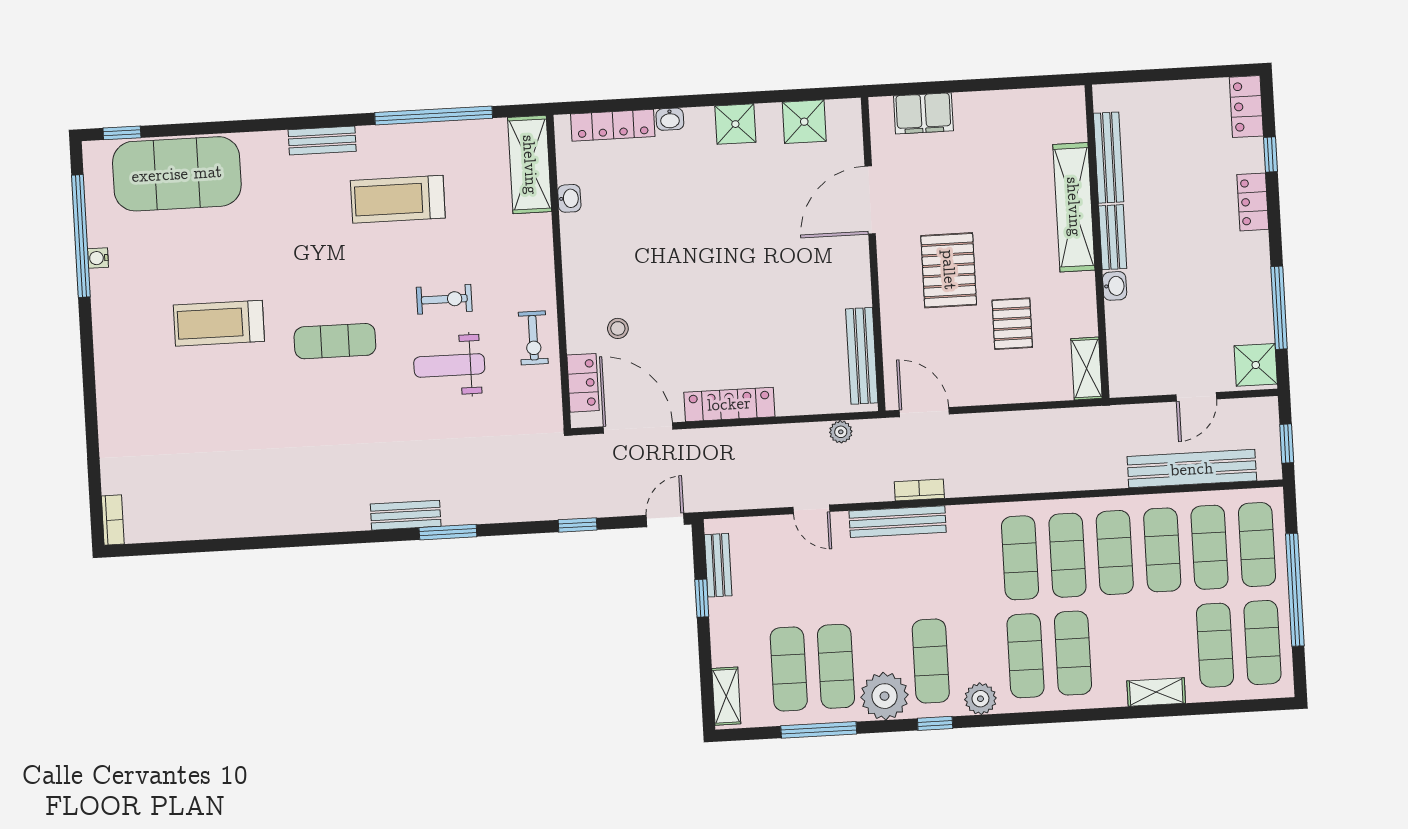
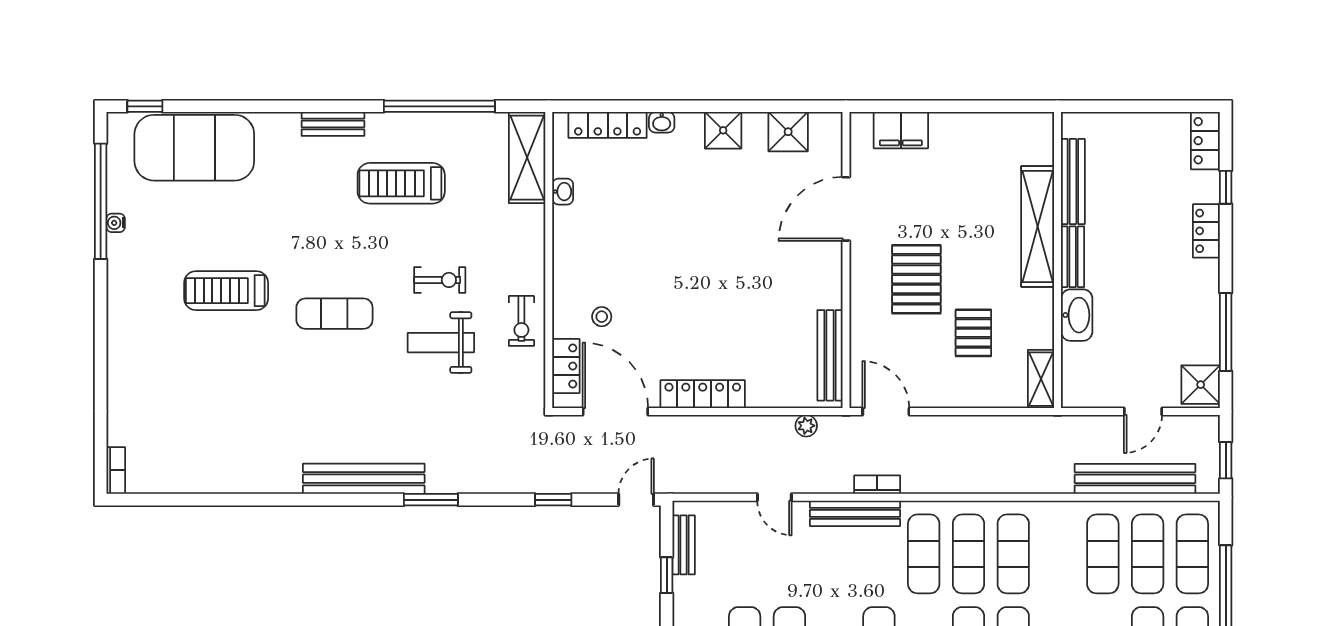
washbasin: (1115, 286) -> (1077, 315), width x1.91, depth x1.45
bench: (406, 515) -> (364, 479), width x1.86, depth x1.21
exercise mat: (1115, 553) -> (924, 554), moved

